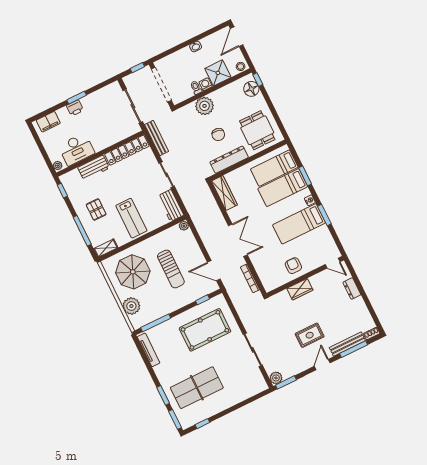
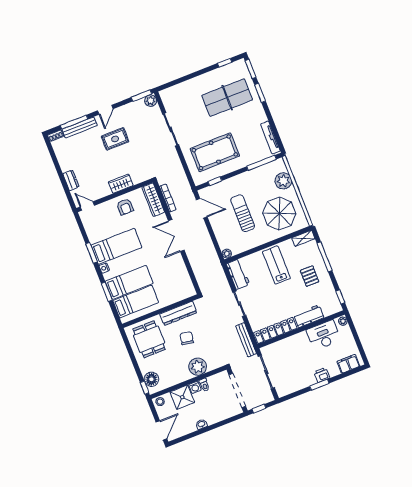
wardrobe: (224, 193) -> (153, 200), moved

